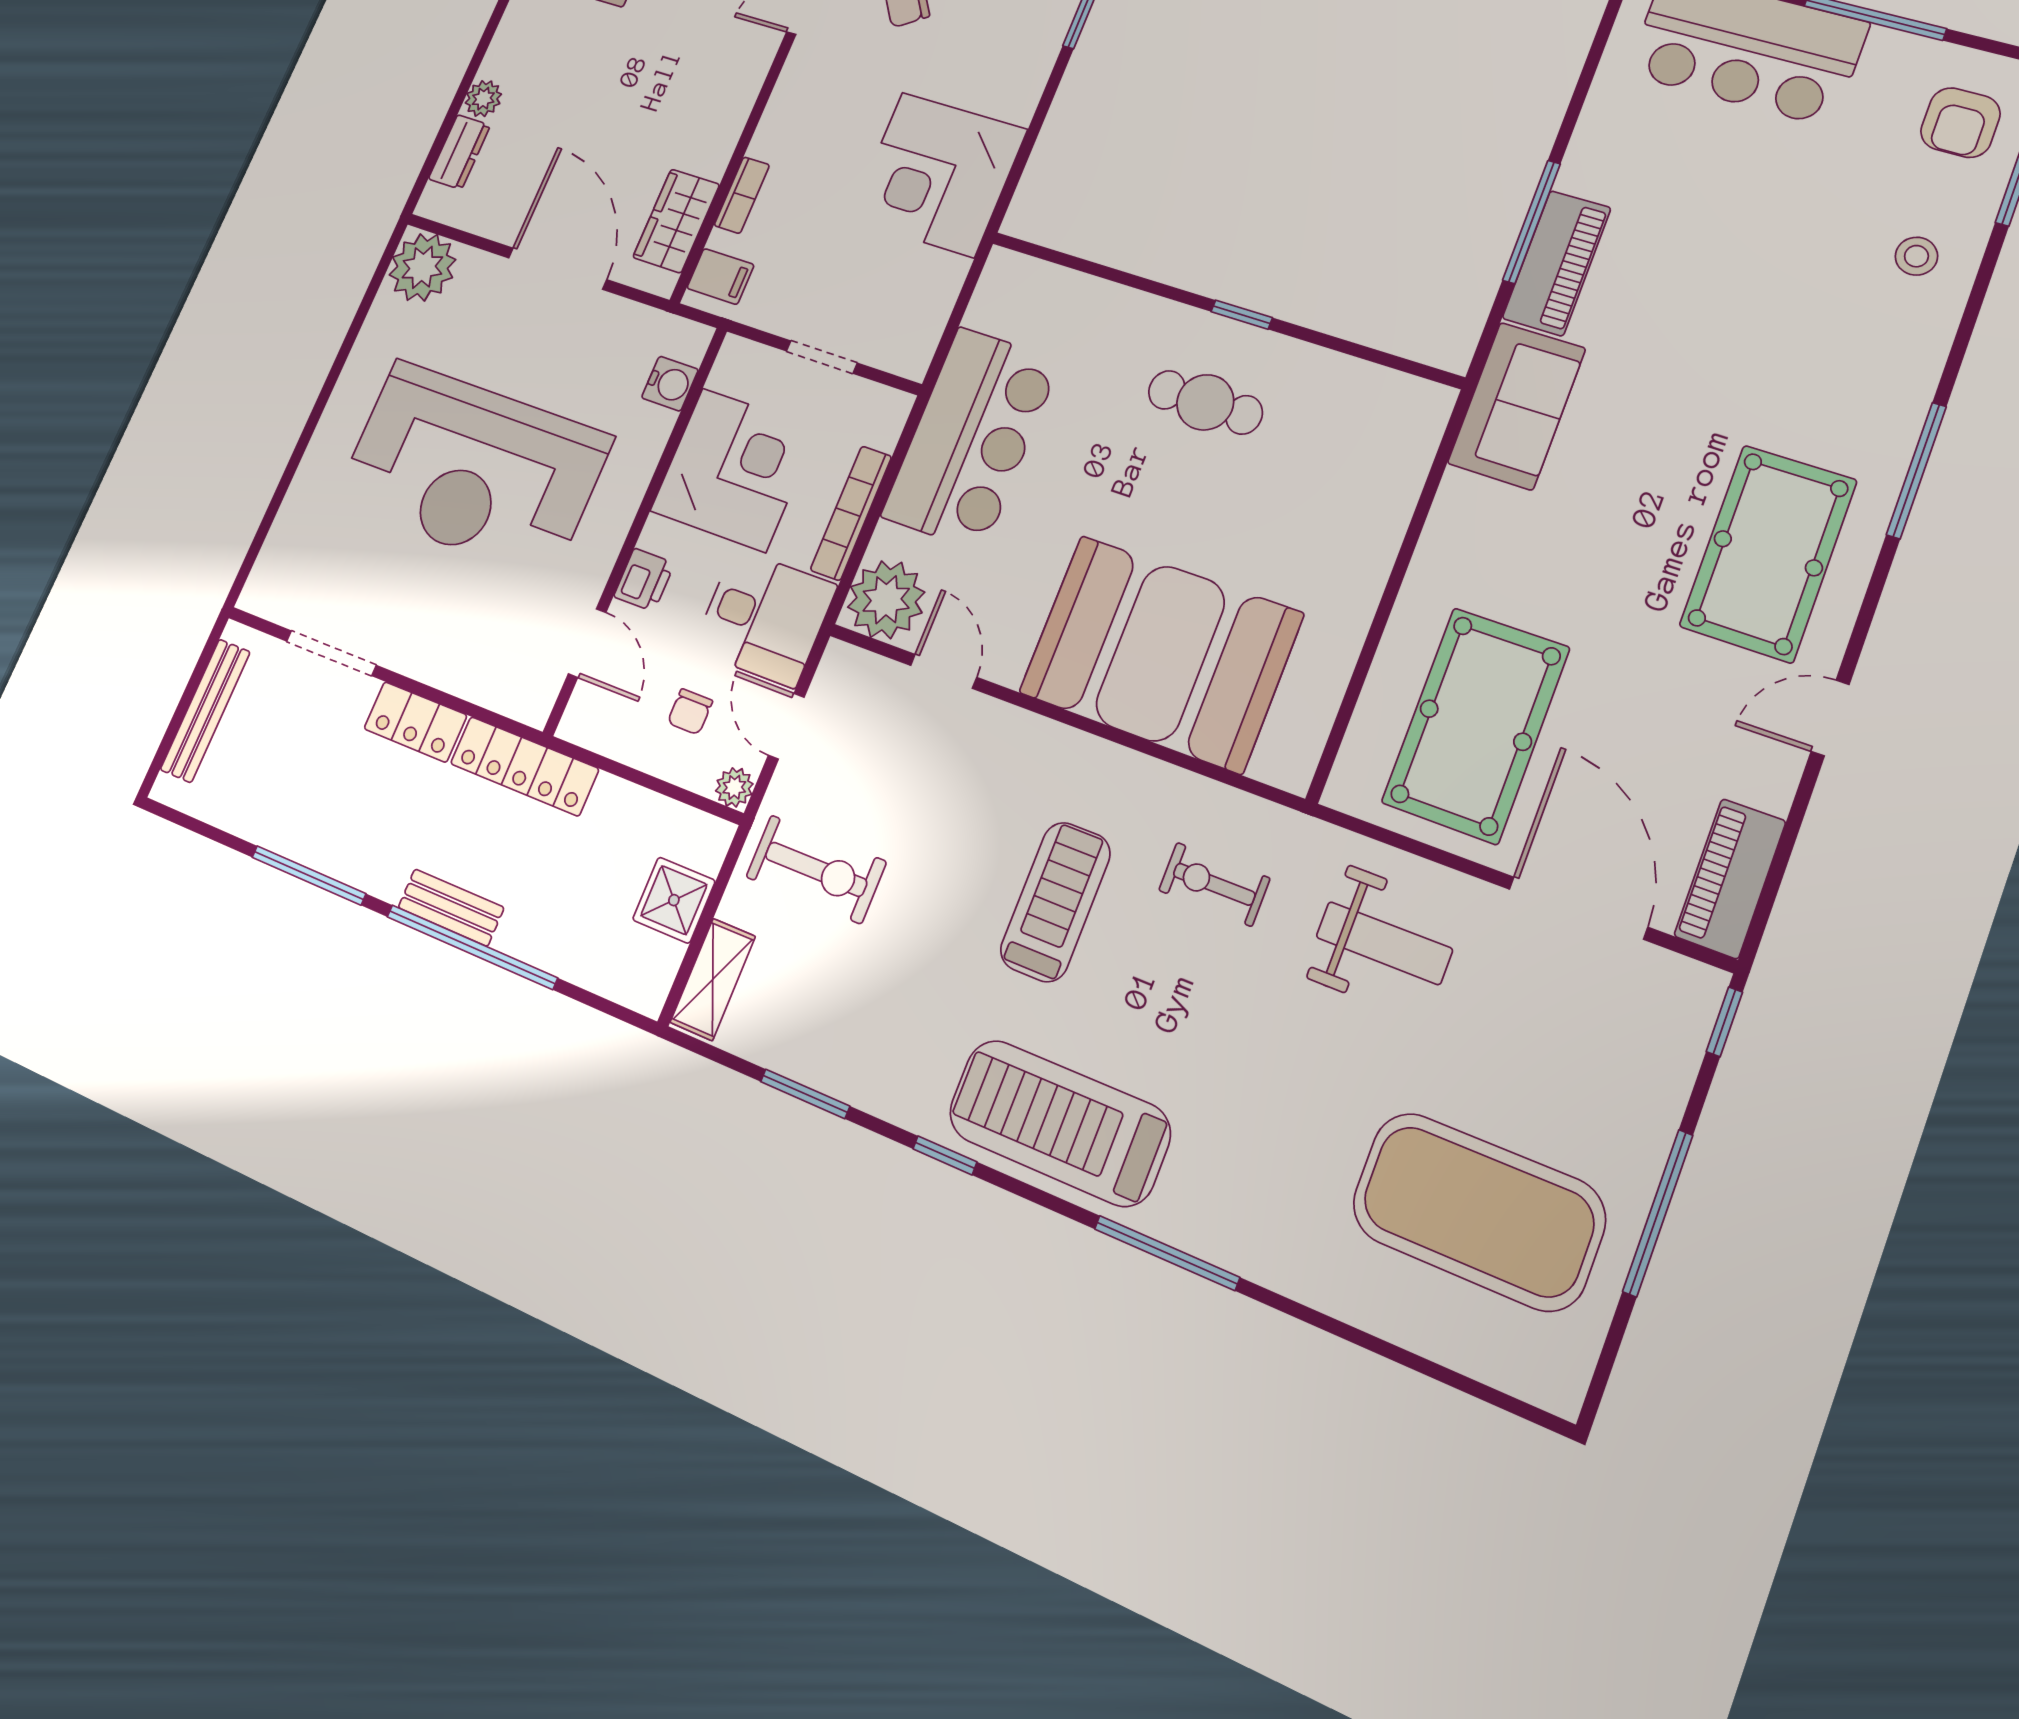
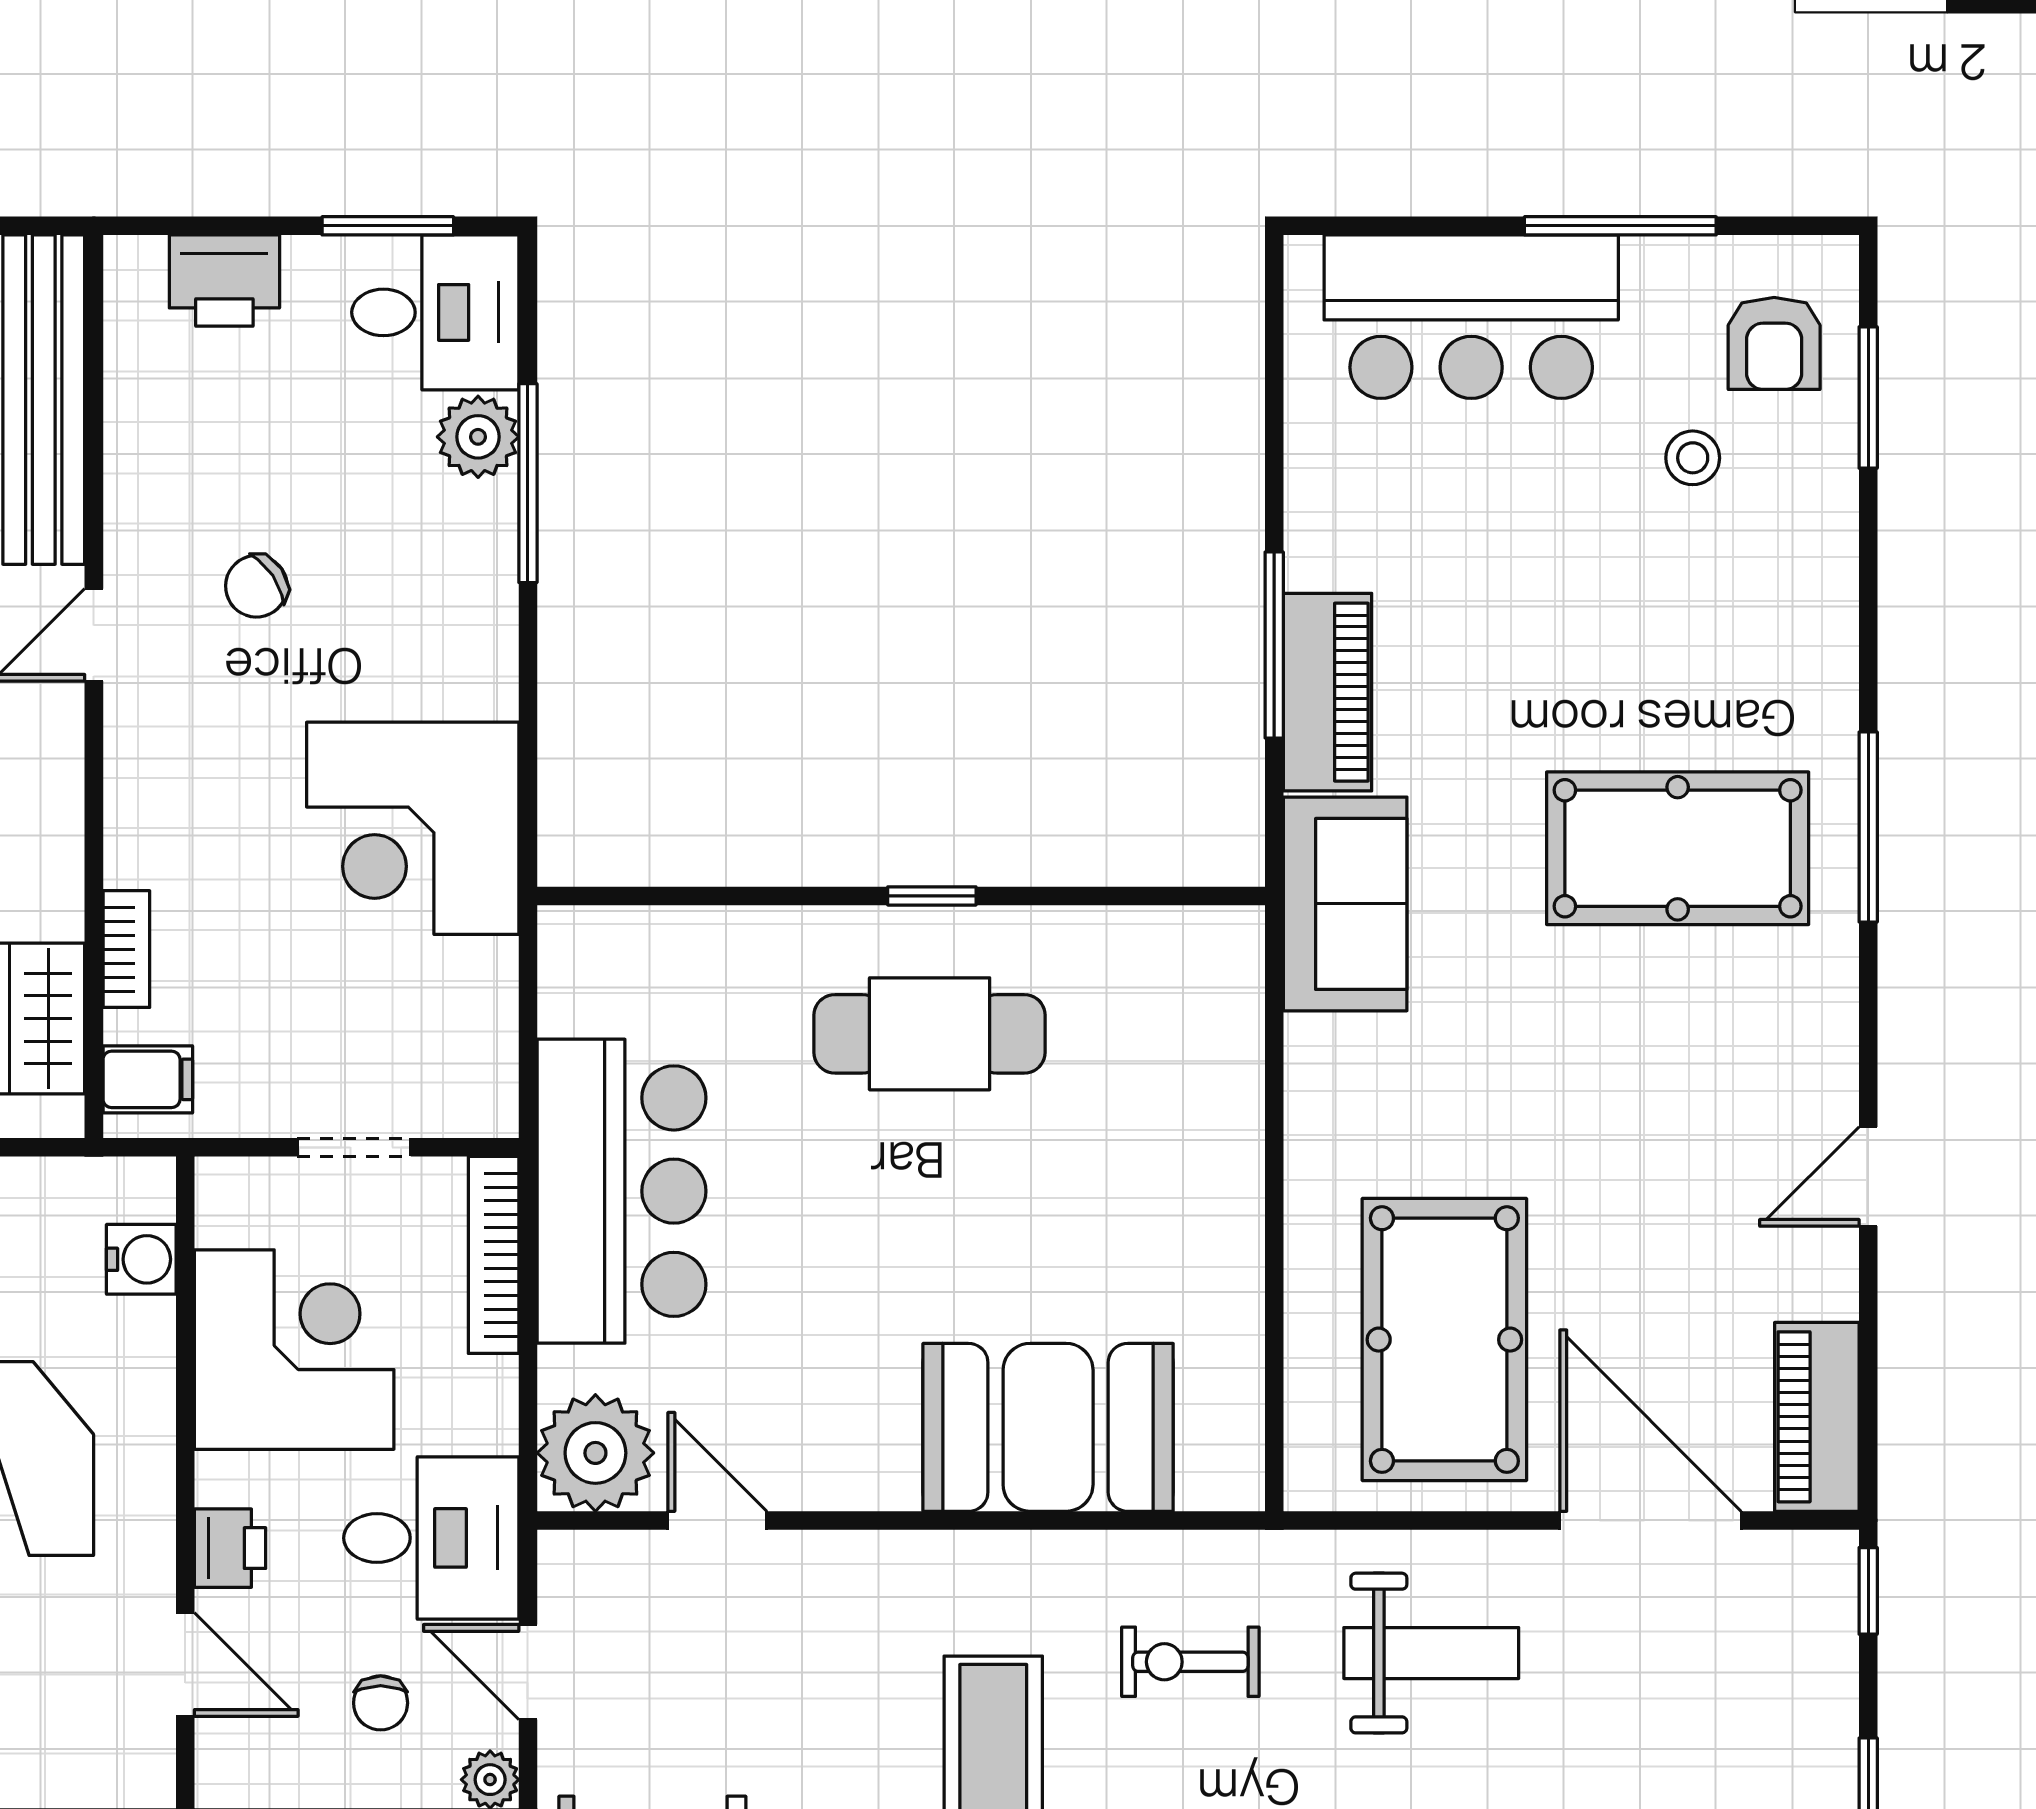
stool: (1916, 256) -> (1693, 458), moved
cafe table: (1205, 402) -> (930, 1034), width x1.37, depth x1.35
bookcase: (851, 513) -> (494, 1255), moved
pool table: (1768, 553) -> (1678, 848), moved, turned 90
booth: (1160, 653) -> (1048, 1427), width x0.73, depth x0.70

